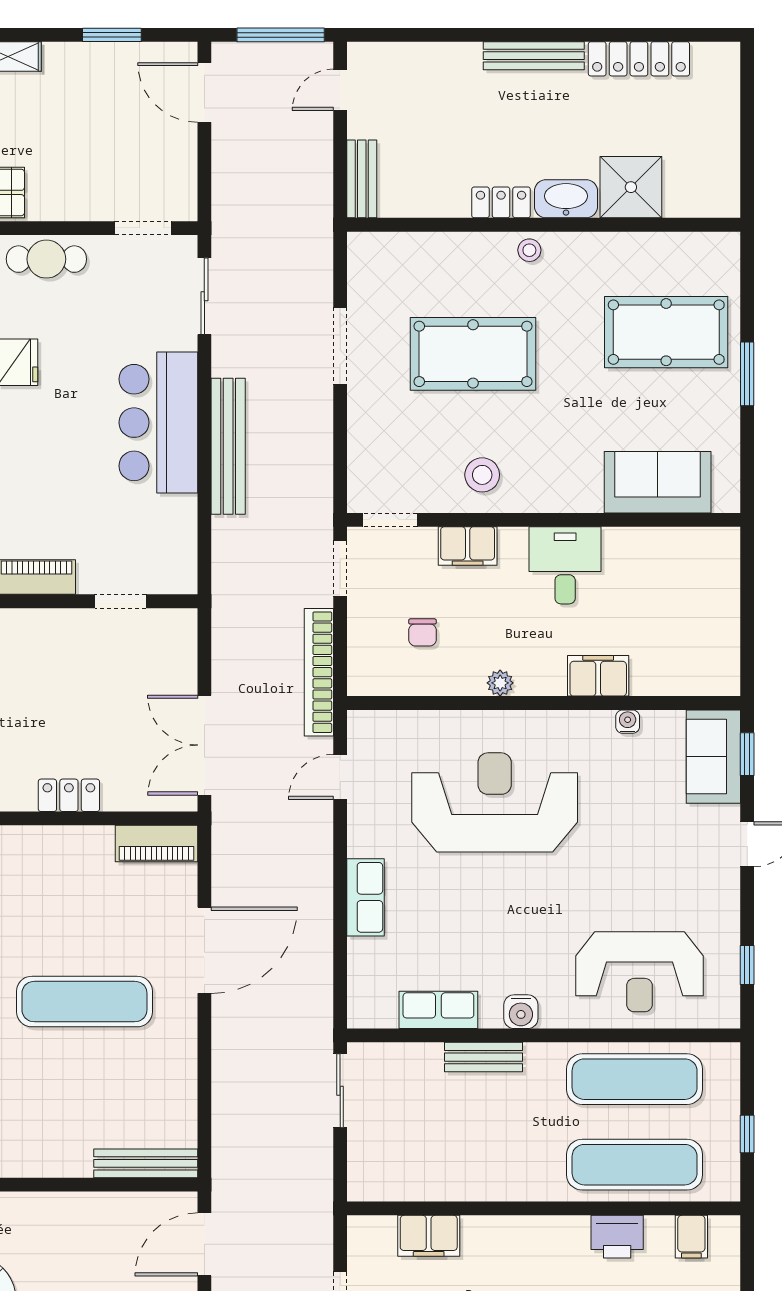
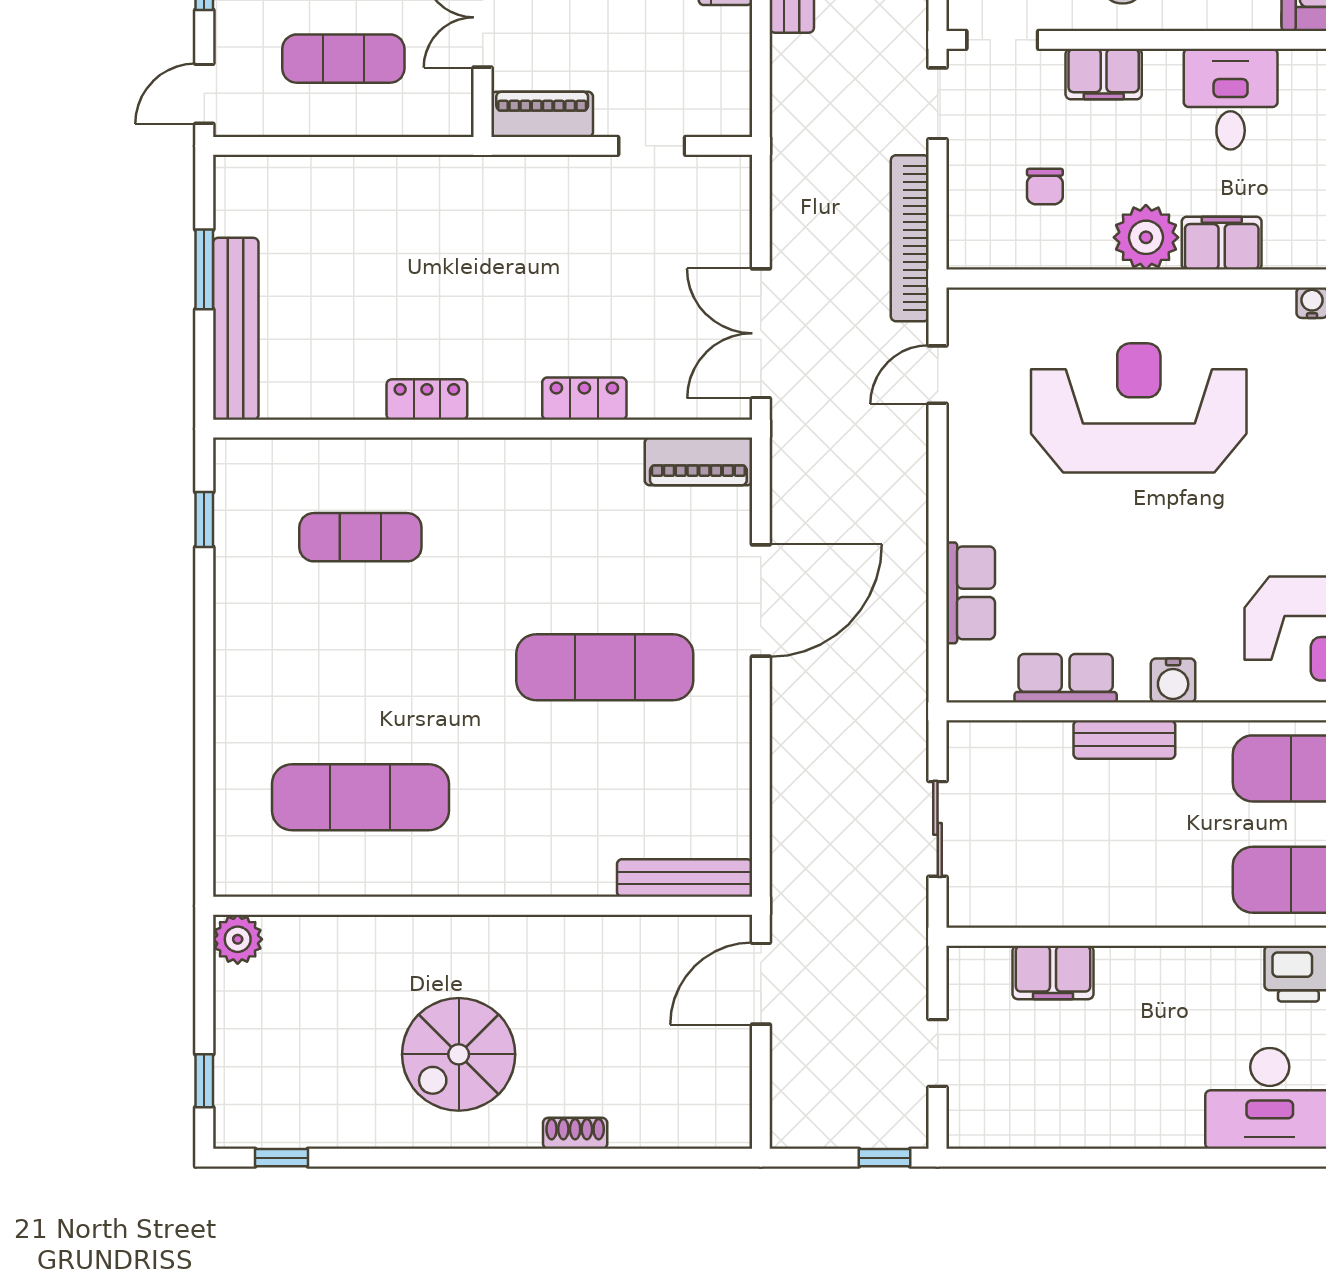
filing cabinet: (598, 676) -> (1222, 243), moved
plant: (500, 683) -> (1146, 237), width x1.87, depth x1.87
row of seats: (365, 897) -> (971, 593), moved
sliding door: (340, 1091) -> (938, 829), moved

